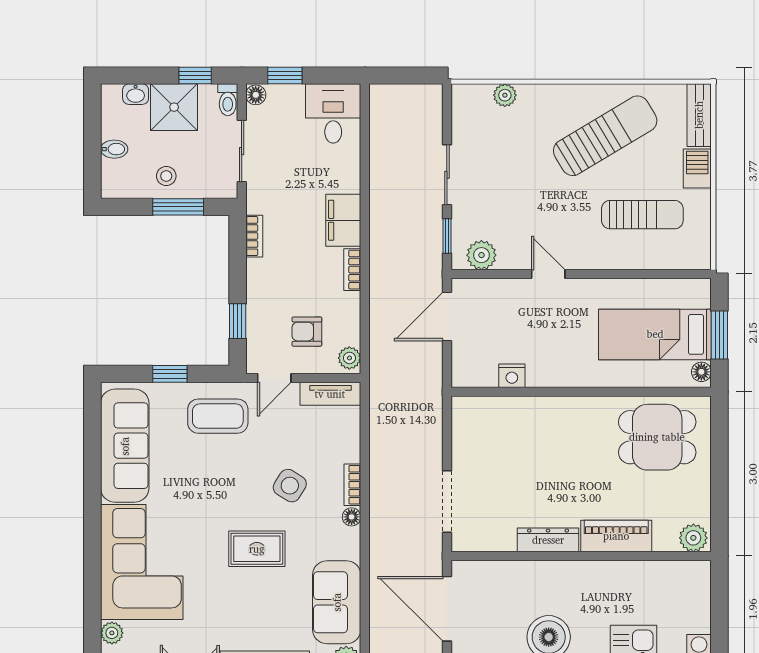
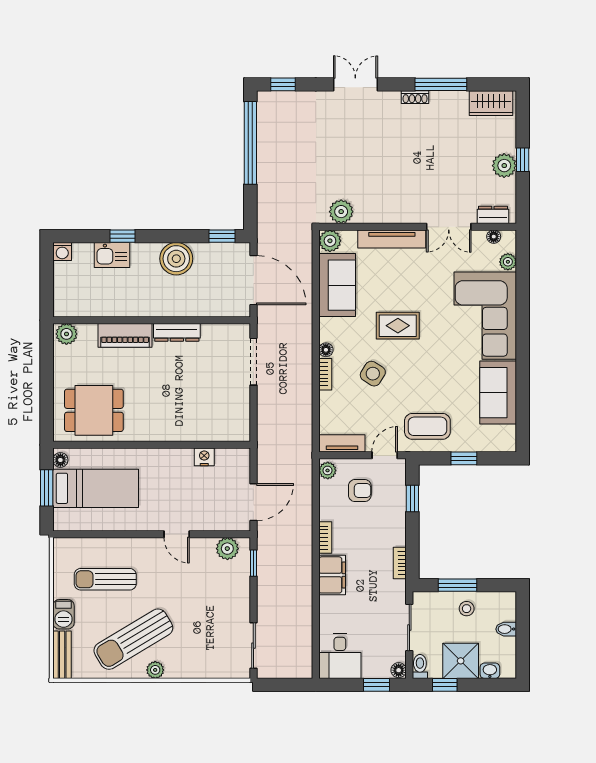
plant: (505, 95) -> (155, 670), moved
sliding door: (447, 175) -> (253, 646), moved
sofa: (125, 446) -> (498, 393), width x0.73

